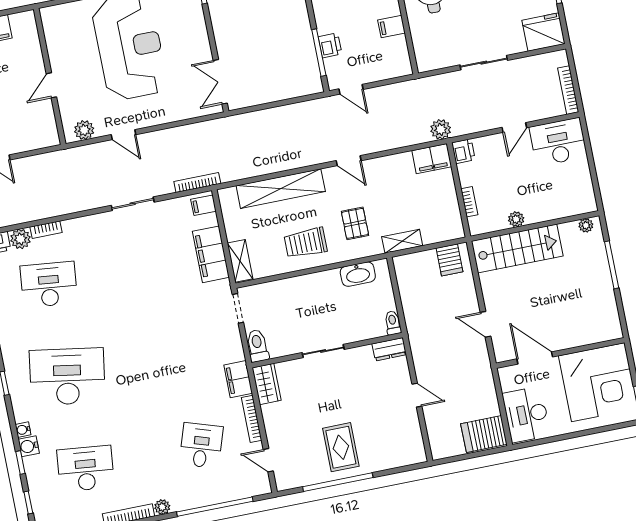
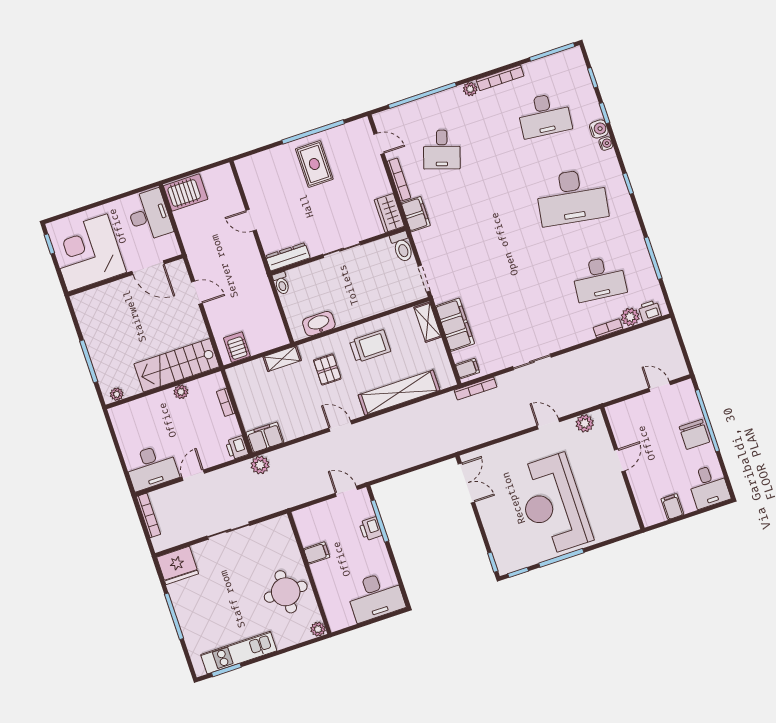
dresser: (389, 349) -> (288, 257), width x1.44

